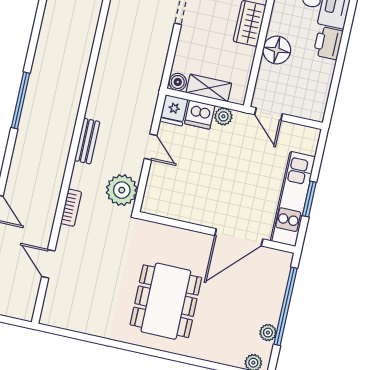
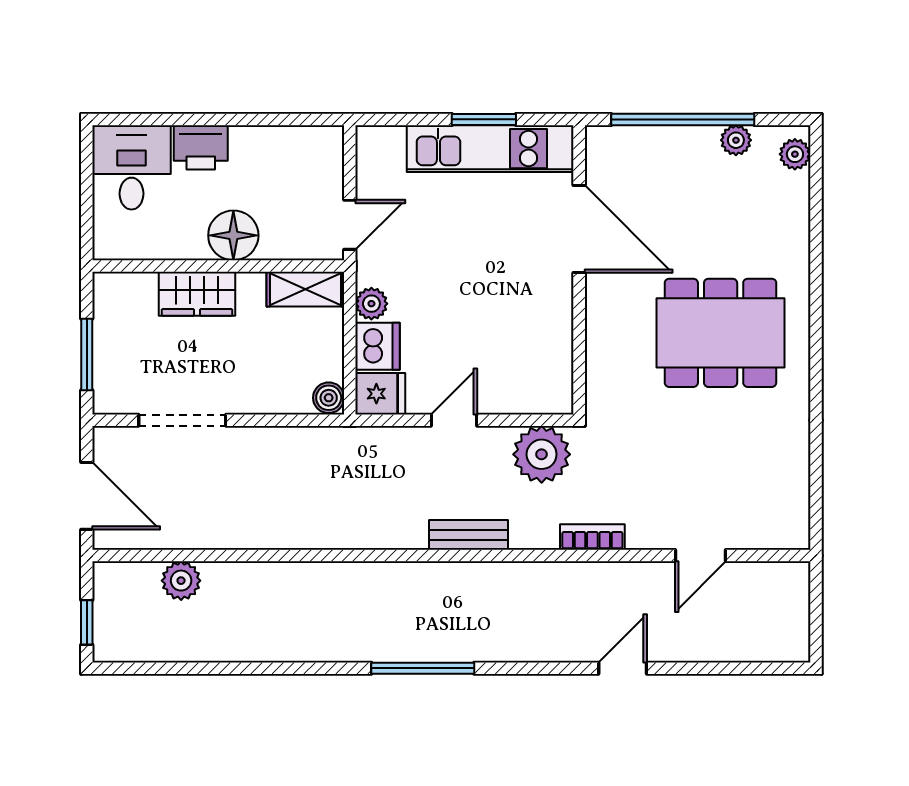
shelving: (209, 88) -> (305, 289), moved, turned 90

